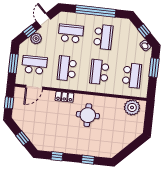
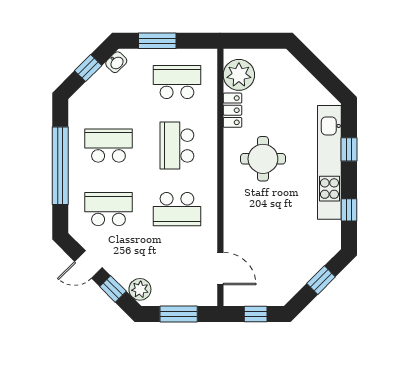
school desk: (71, 33) -> (108, 209), turned 90
plant: (36, 38) -> (140, 289), moved
school desk: (34, 65) -> (177, 273), removed
school desk: (99, 72) -> (177, 146), turned 90
locker: (64, 97) -> (232, 110), moved
kitchen unit: (82, 149) -> (329, 162), added

